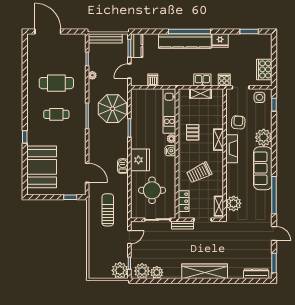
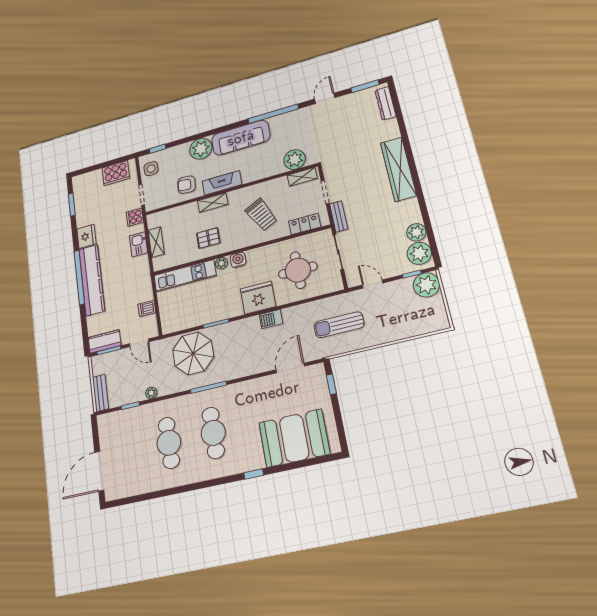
bench: (105, 38) -> (100, 393), width x0.73
cafe table: (56, 114) -> (213, 433), width x1.37, depth x1.35

